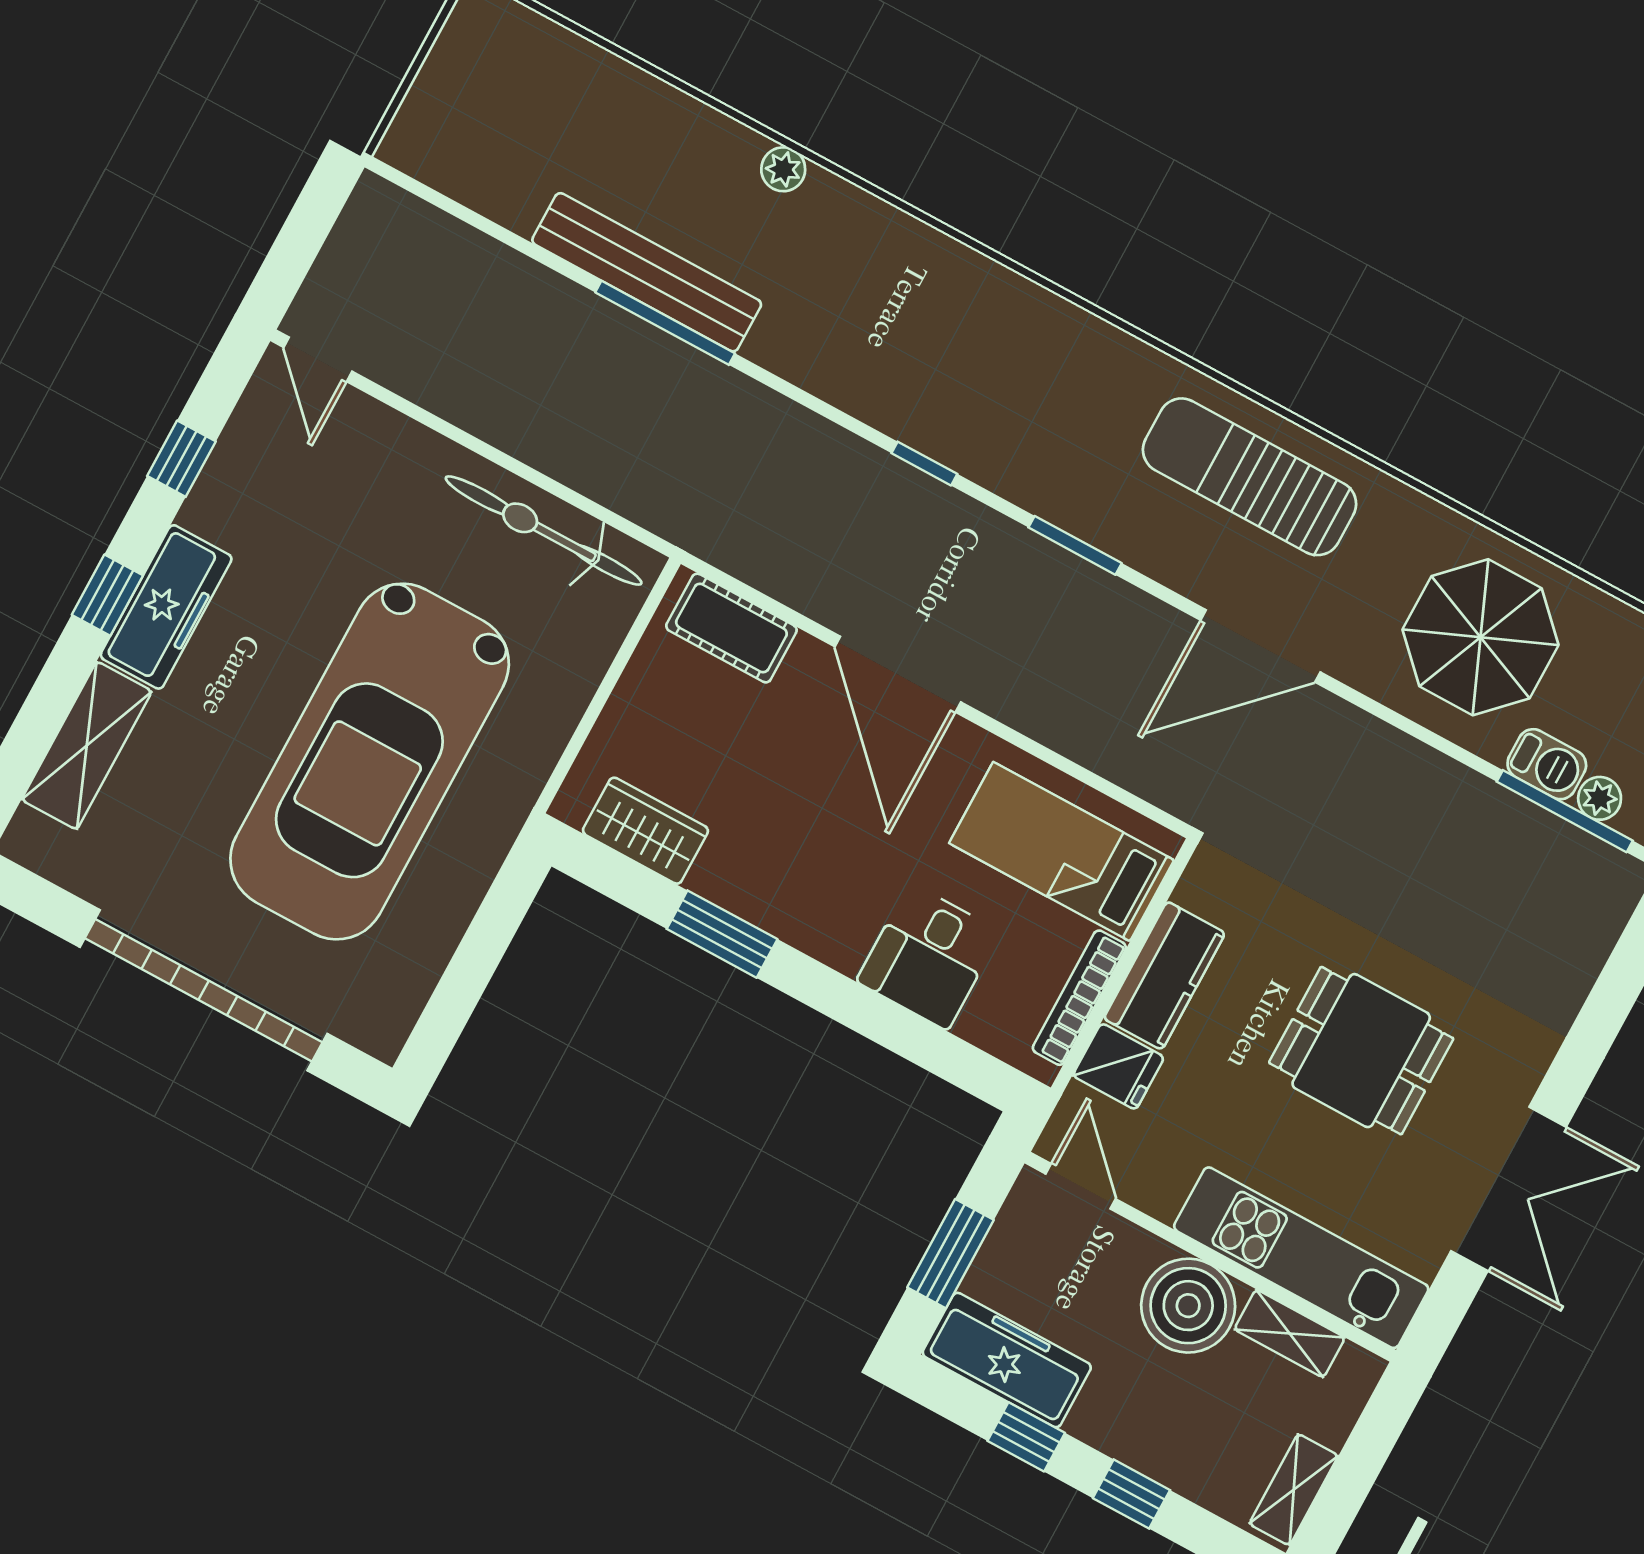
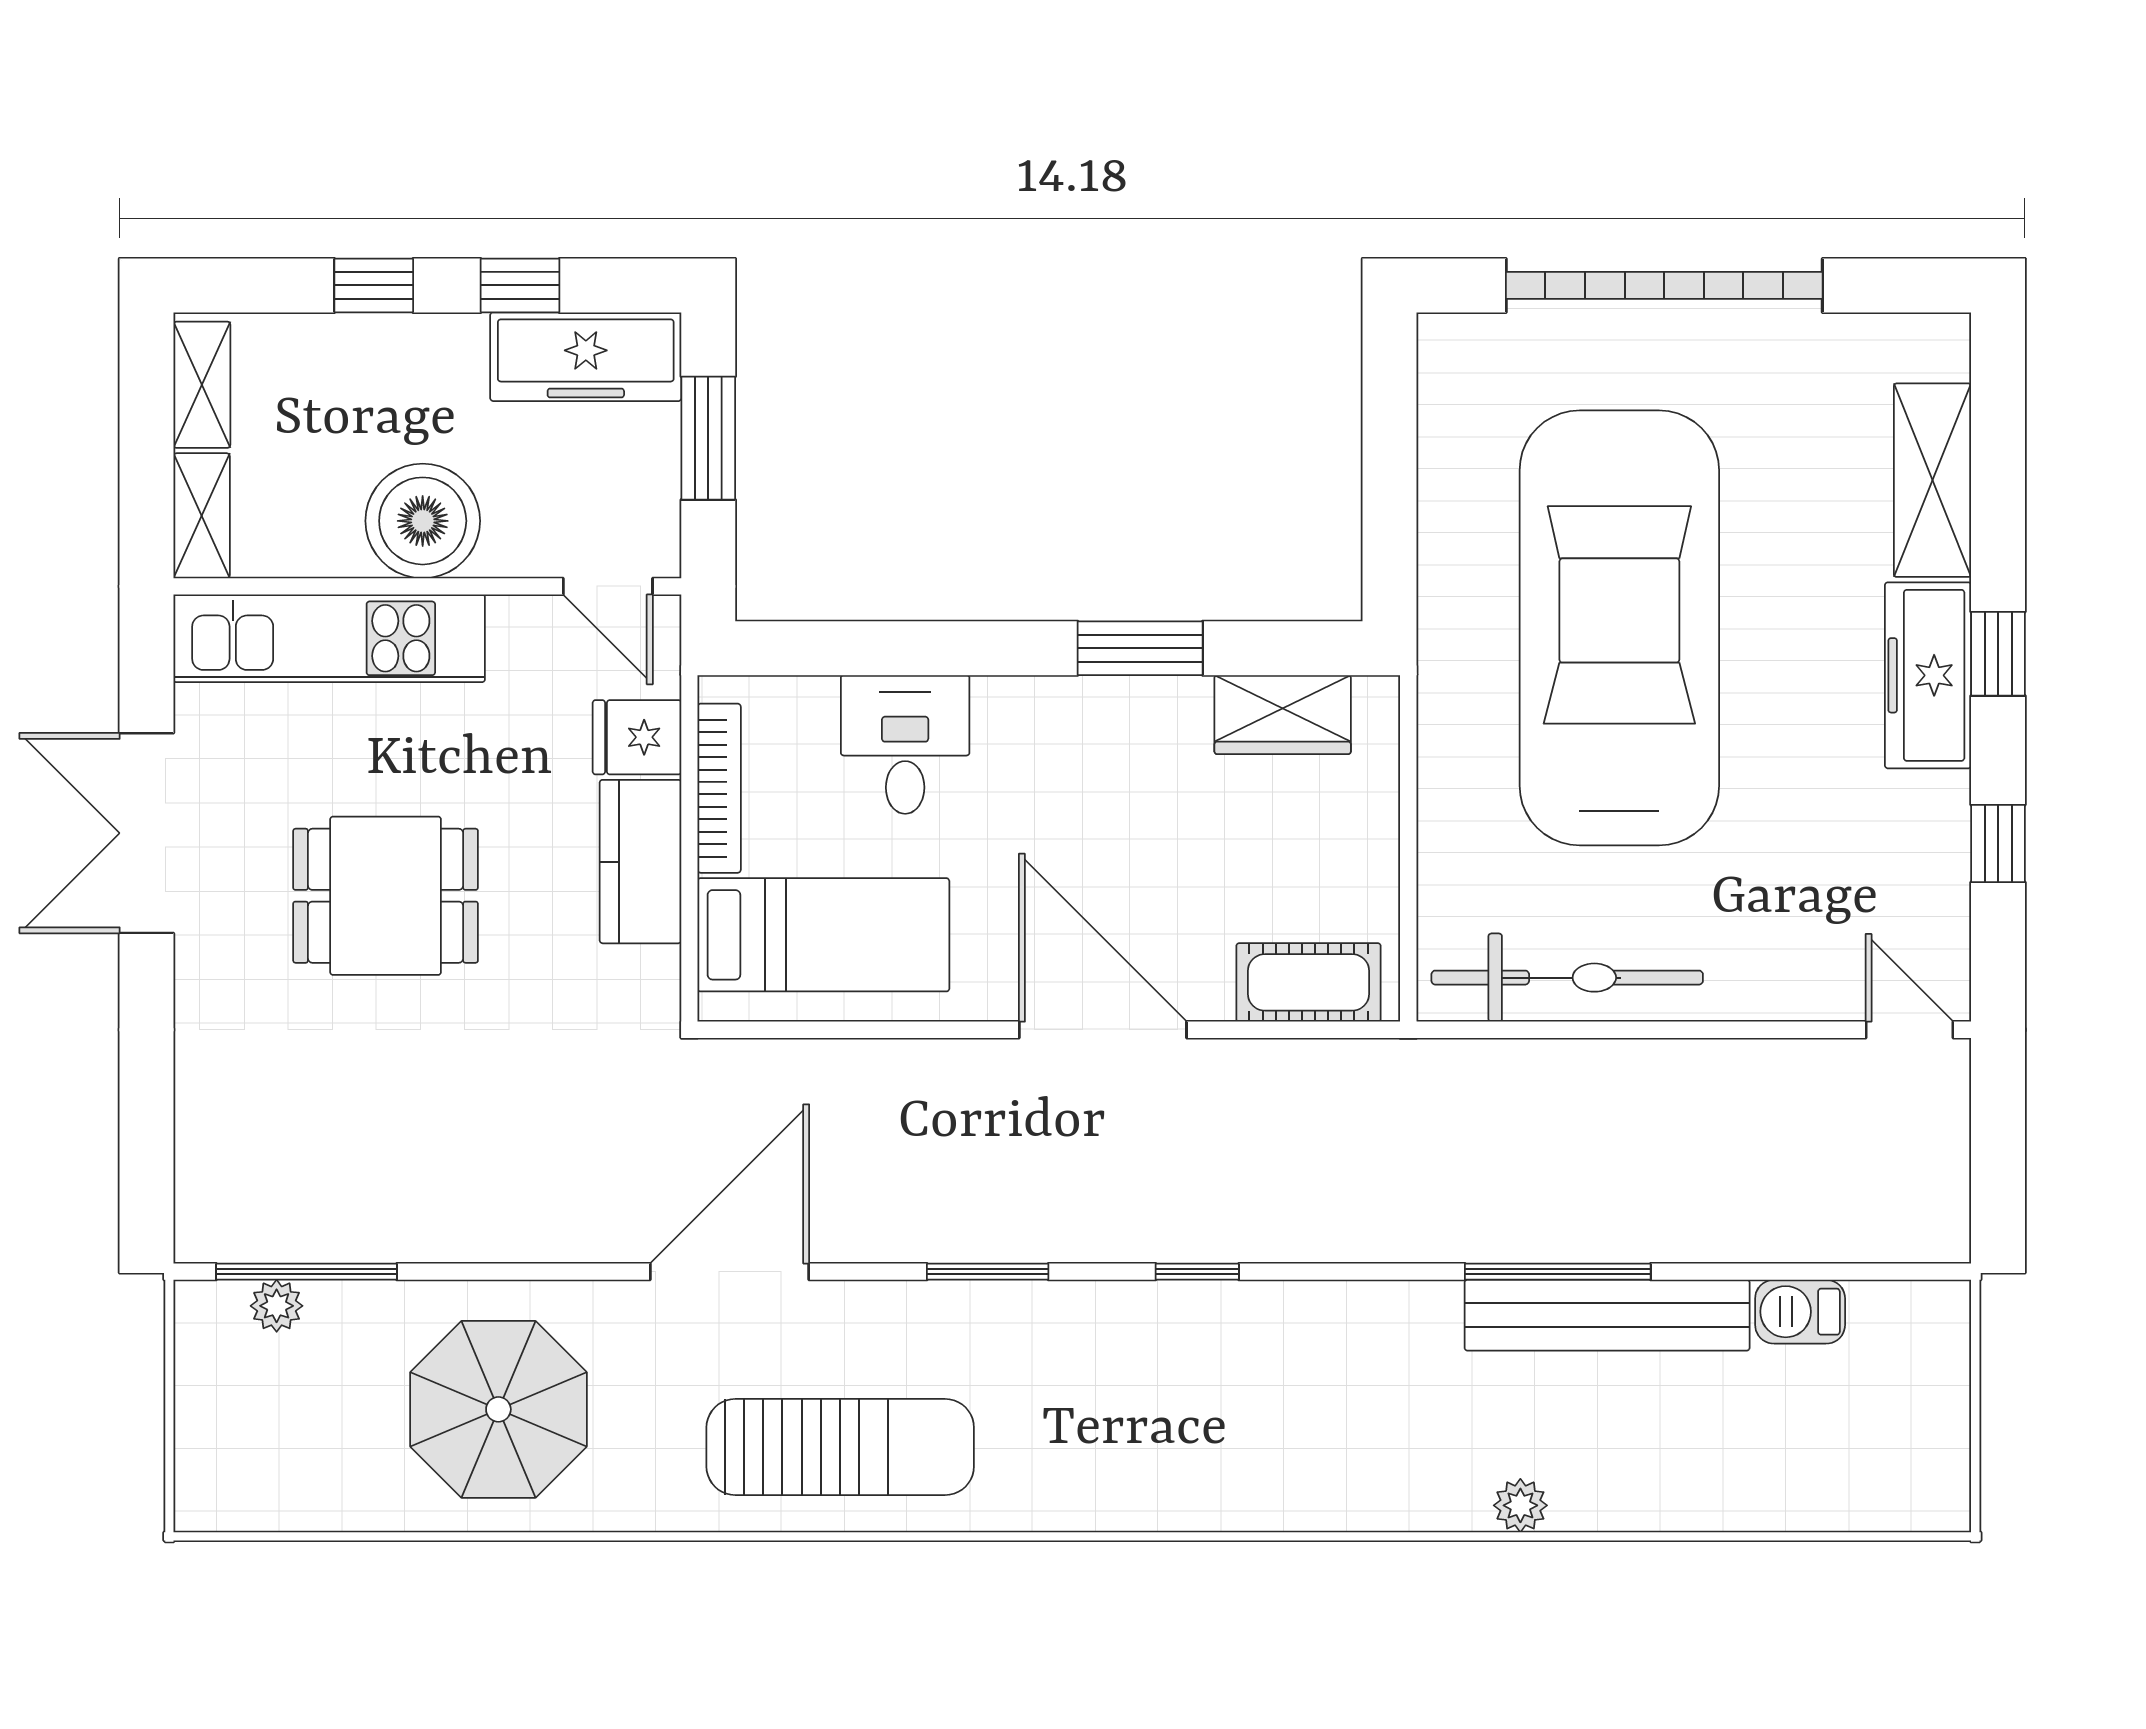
barbecue: (1547, 764) -> (1800, 1312), moved
shelving: (1290, 1333) -> (202, 516), moved, turned 90

